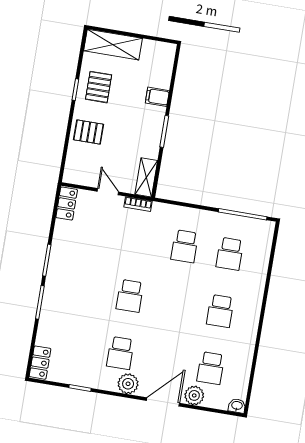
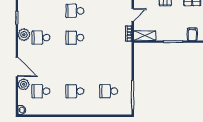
school desk: (185, 246) -> (75, 11), moved
plant: (128, 384) -> (24, 35), moved

